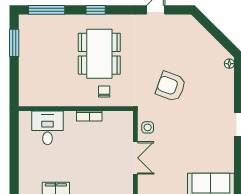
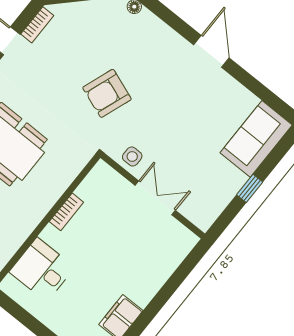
bookcase: (177, 19) -> (37, 25), added
chair: (104, 91) -> (52, 173), removed

